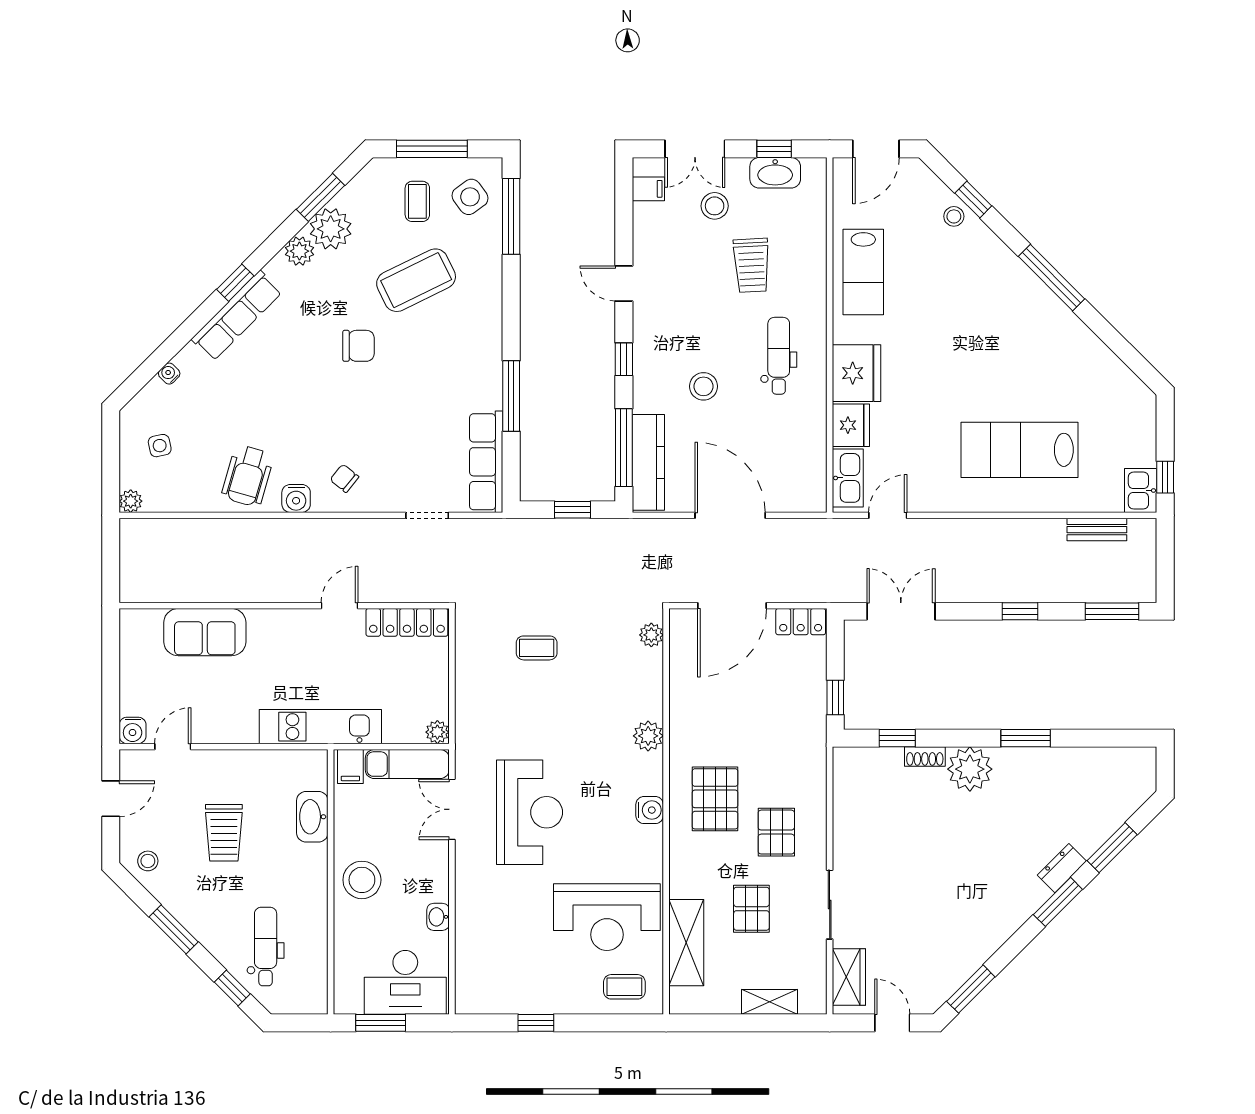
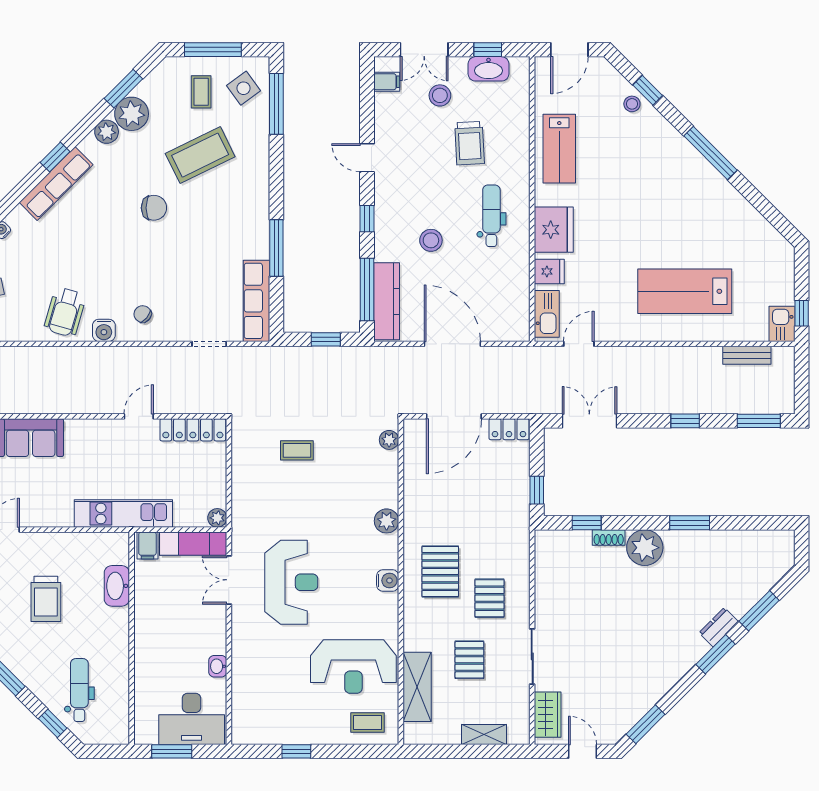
fridge: (851, 425) -> (549, 271), width x0.72
stool: (362, 880) -> (157, 637), removed

